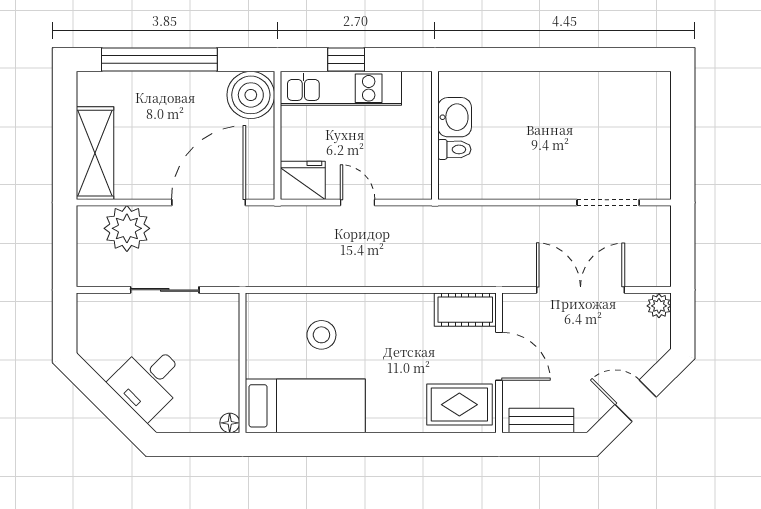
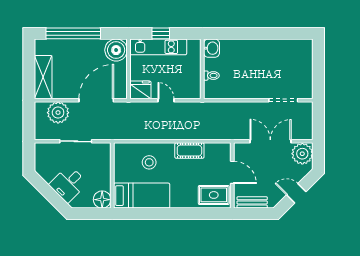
washbasin: (455, 117) -> (211, 48), moved
plant: (659, 306) -> (302, 154), width x1.88, depth x1.88
cot: (465, 310) -> (189, 151), moved
floor lamp: (230, 423) -> (102, 200), width x1.89, depth x1.89

